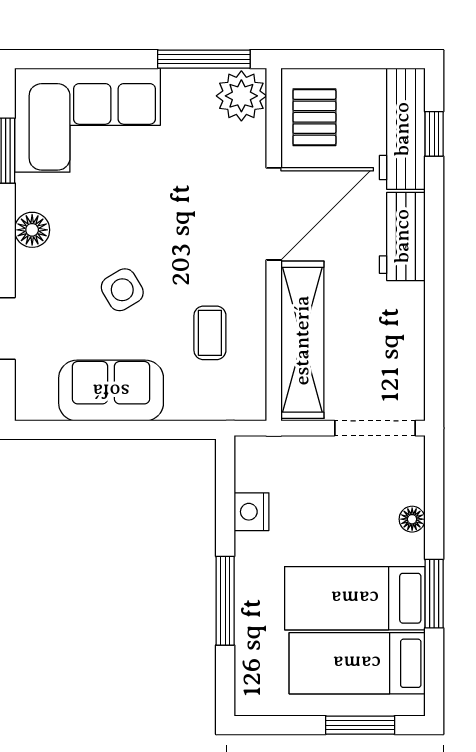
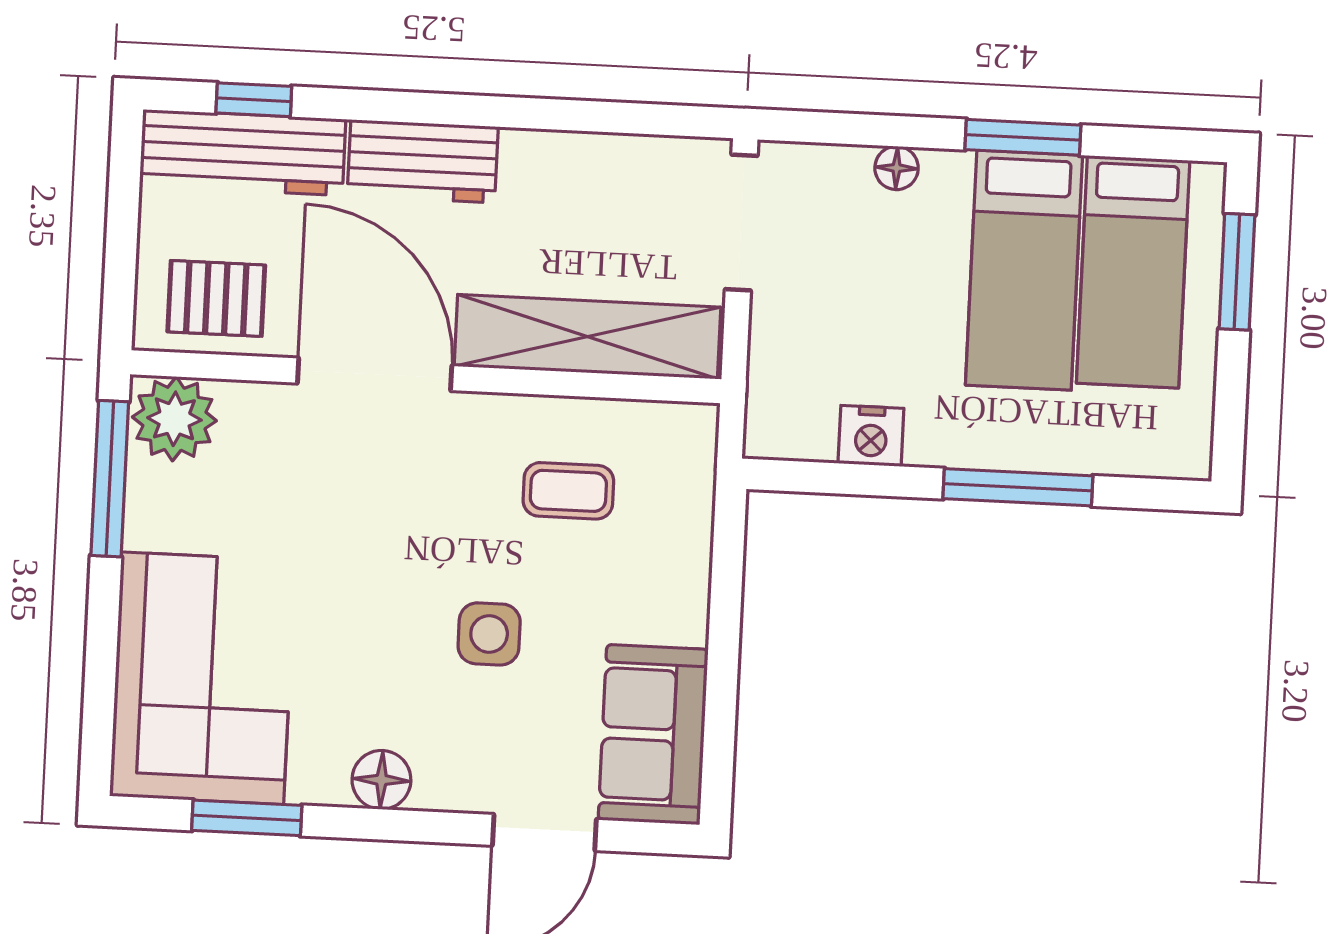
side table: (122, 290) -> (489, 634), turned 31
sofa: (111, 391) -> (653, 735), moved

